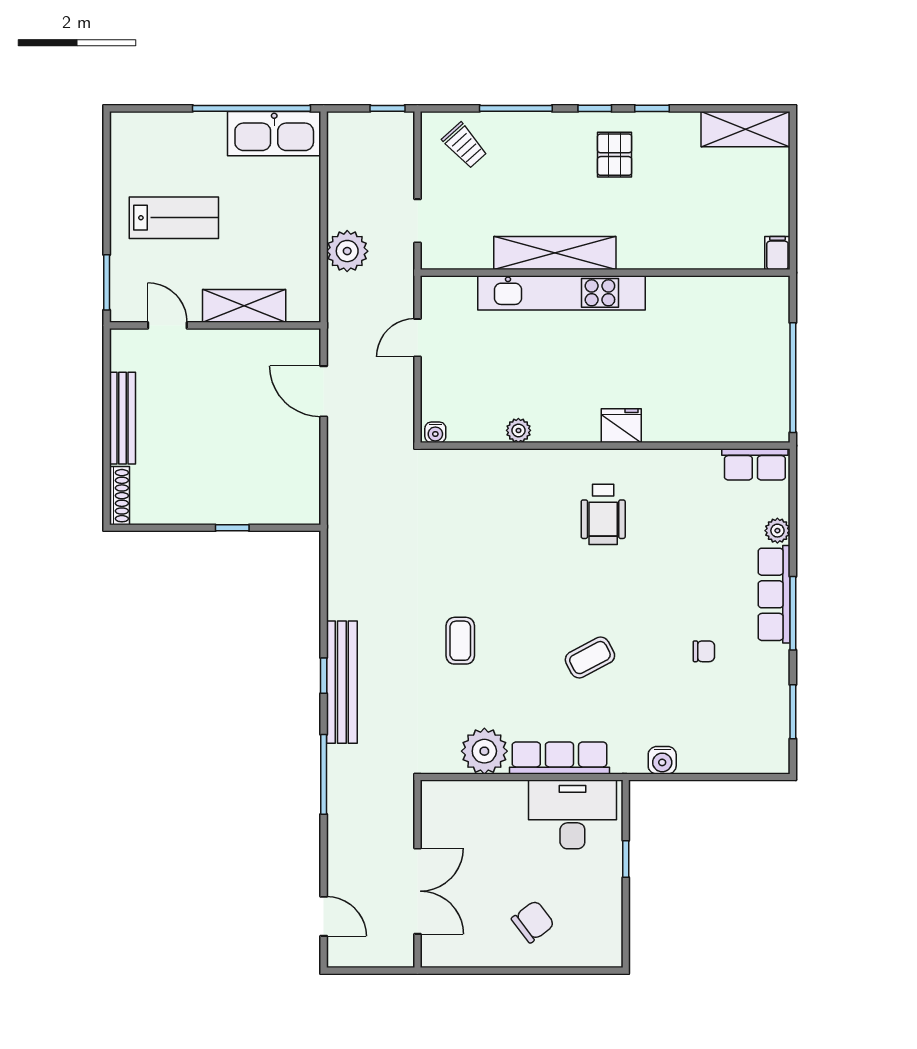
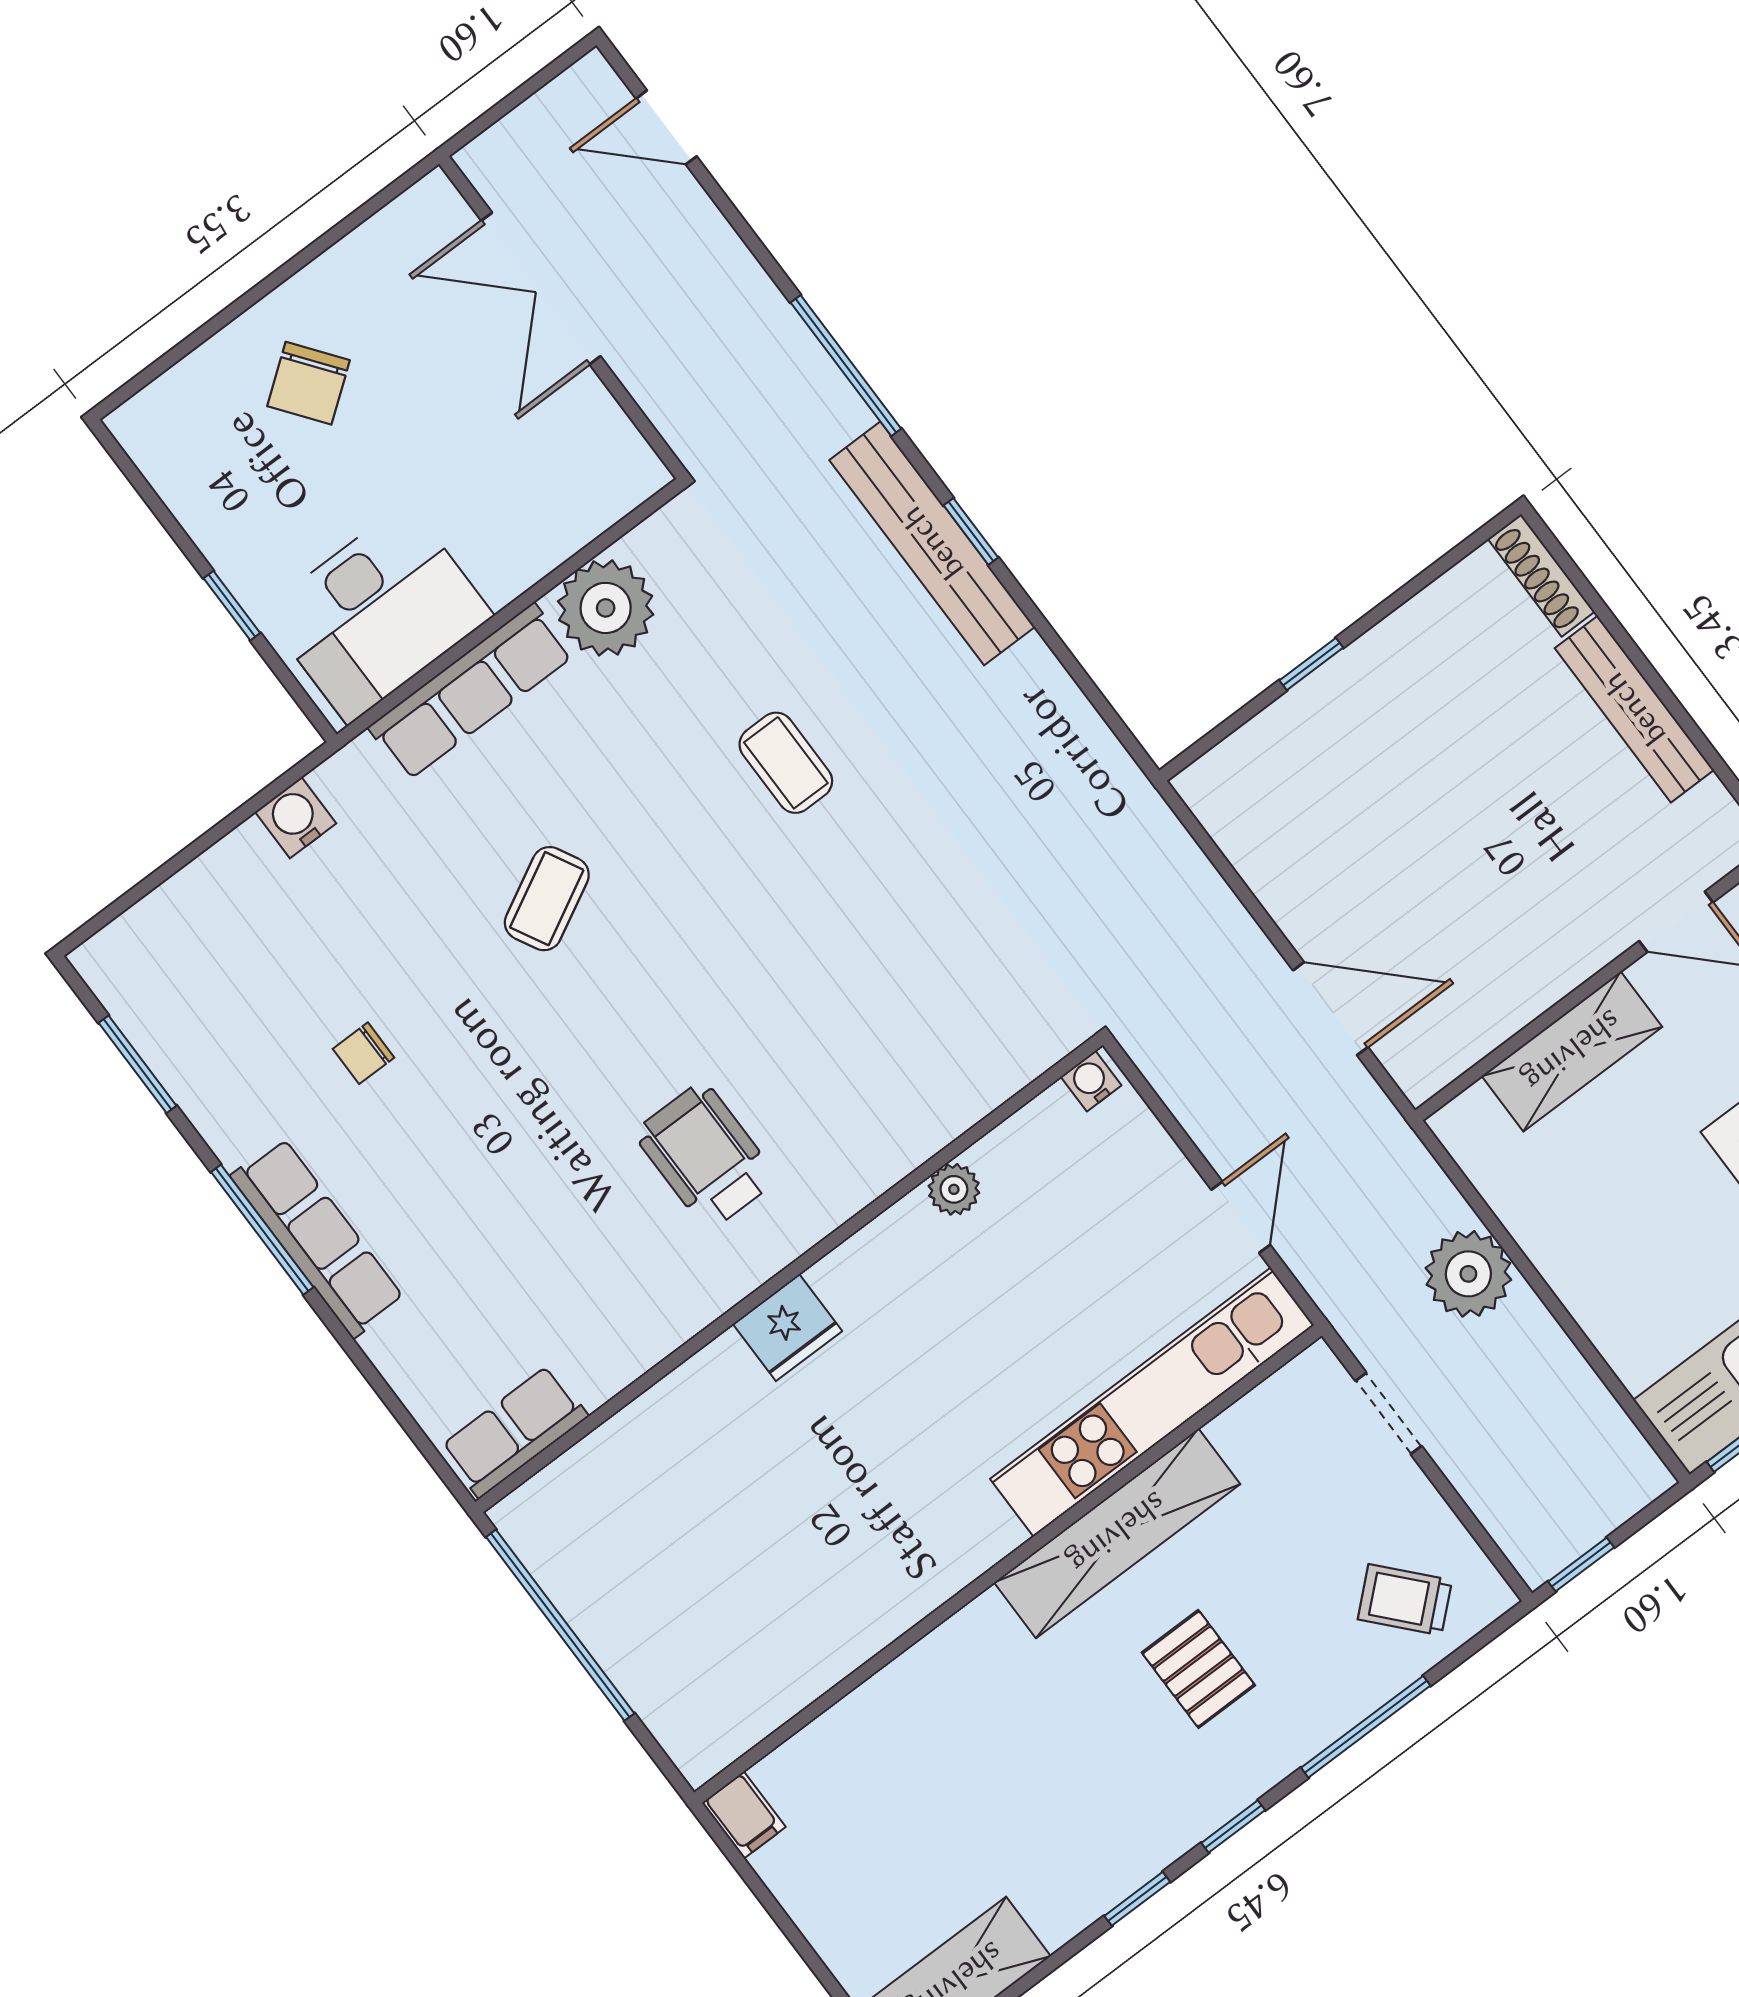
pallet: (615, 155) -> (1198, 1669), moved
kitchen unit: (562, 293) -> (1152, 1402), moved
plant: (777, 531) -> (393, 1349), removed

